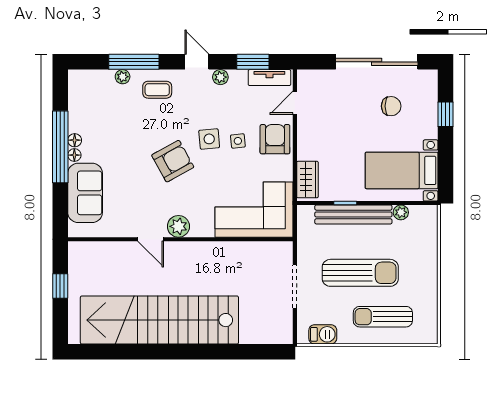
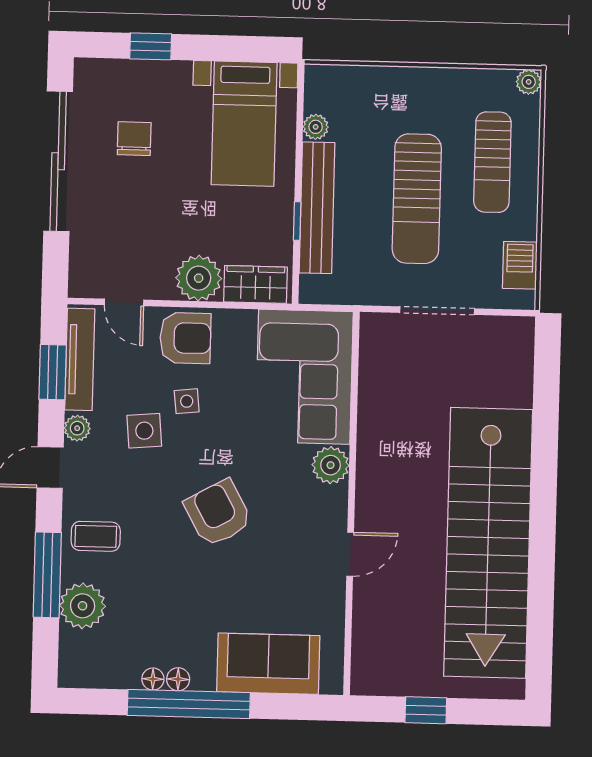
plant: (123, 77) -> (83, 606), width x1.88, depth x1.88
tv unit: (269, 78) -> (80, 359), width x1.41
coffee table: (157, 90) -> (96, 536), turned 90
side table: (209, 139) -> (144, 431), moved
armchair: (275, 139) -> (185, 338), turned 180
plant: (310, 146) -> (199, 278), added
floor lamp: (74, 155) -> (153, 679), moved
plant: (178, 226) -> (331, 465), moved
sun lounger: (360, 273) -> (417, 199), turned 180
plant: (430, 337) -> (529, 82), added

